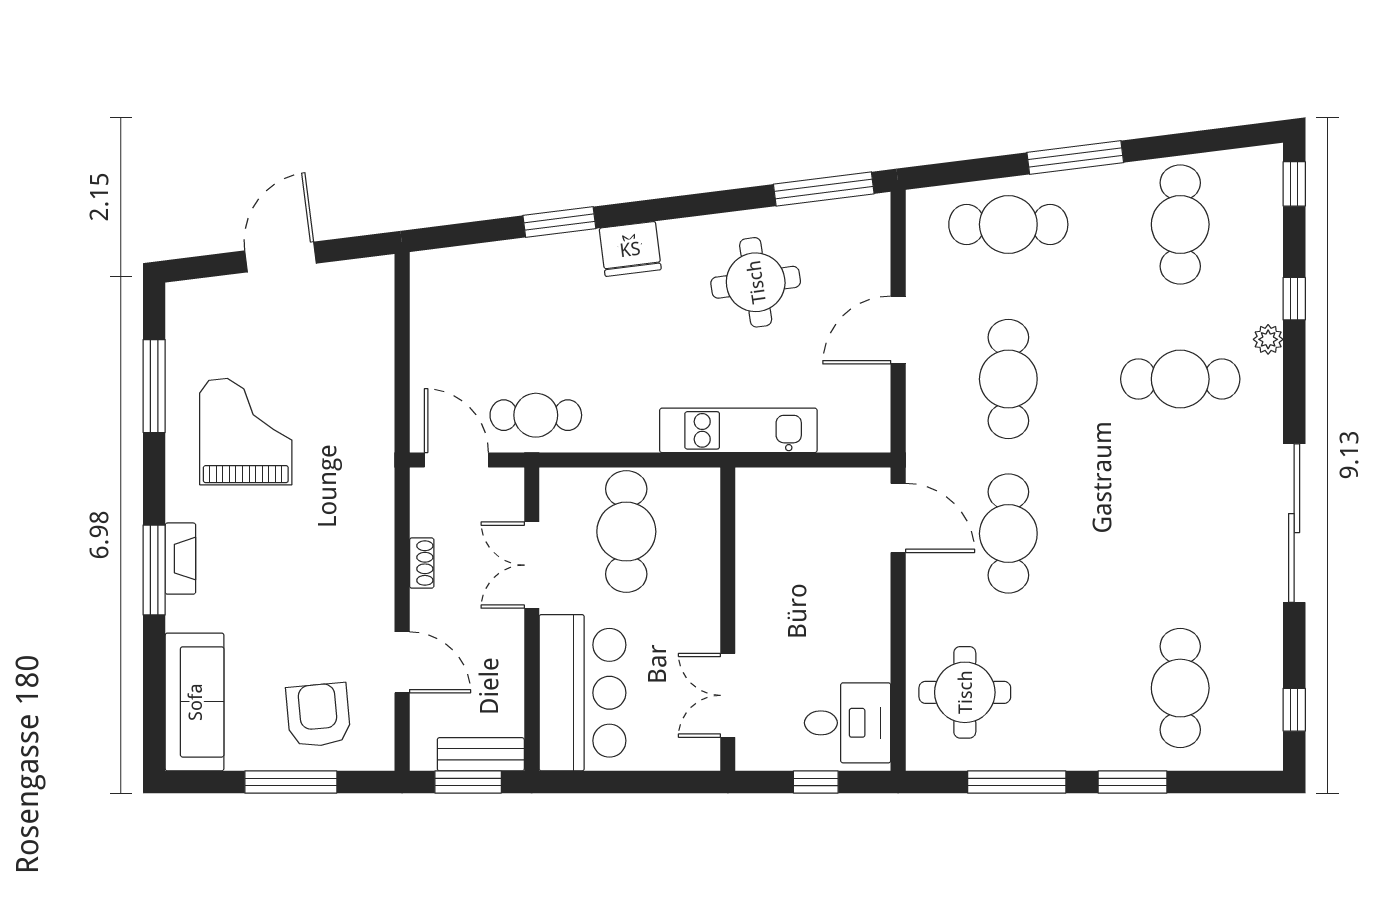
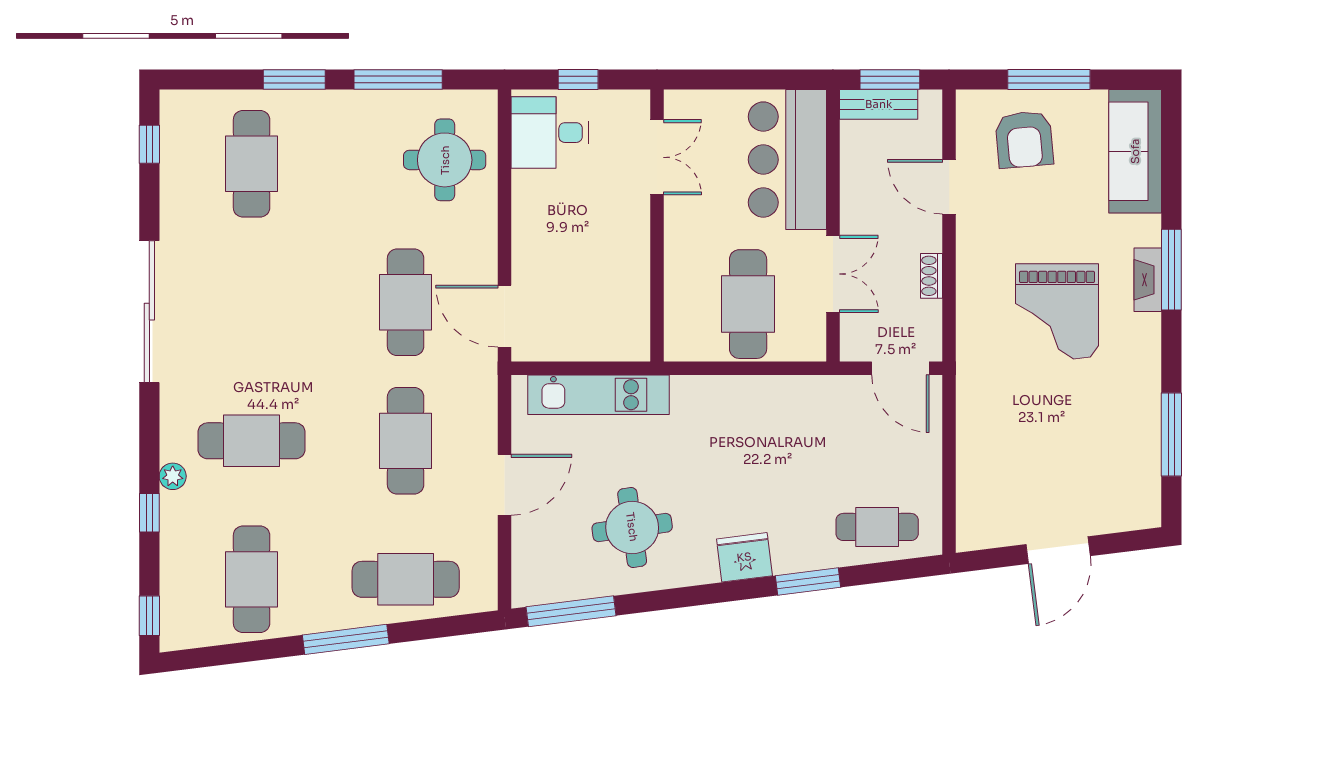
cafe table: (536, 415) -> (877, 527), moved
kitchen unit: (738, 430) -> (599, 395), moved
grand piano: (246, 432) -> (1057, 311), moved

